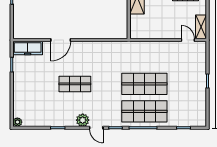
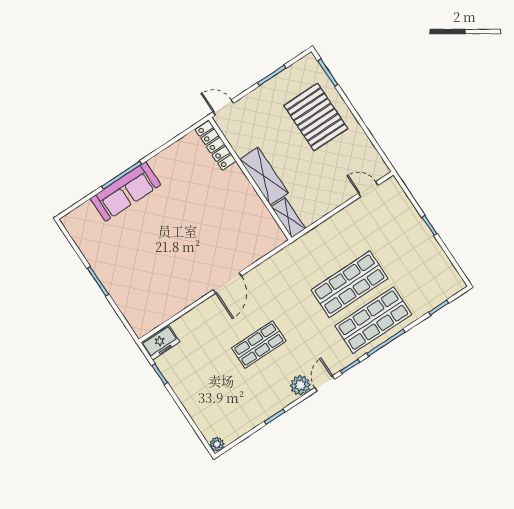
shelving: (201, 27) -> (288, 218), moved
door: (61, 40) -> (227, 283), moved
freezer: (28, 48) -> (160, 342), width x0.71
door: (96, 128) -> (325, 383), swing flipped

